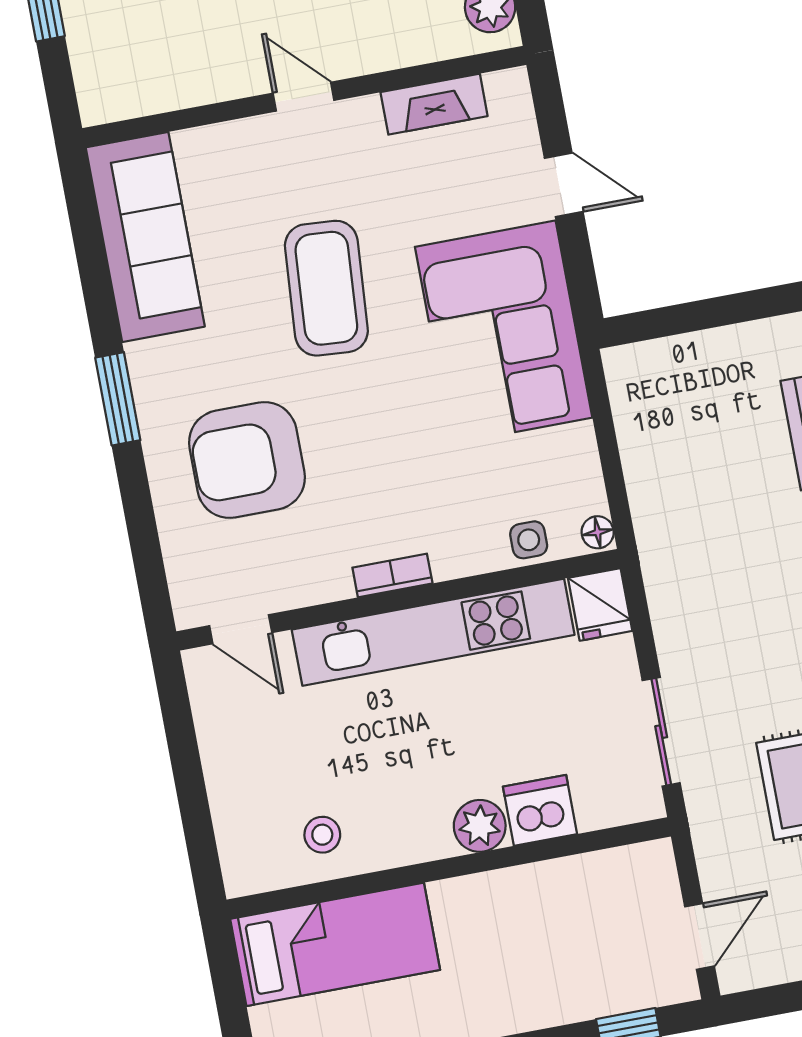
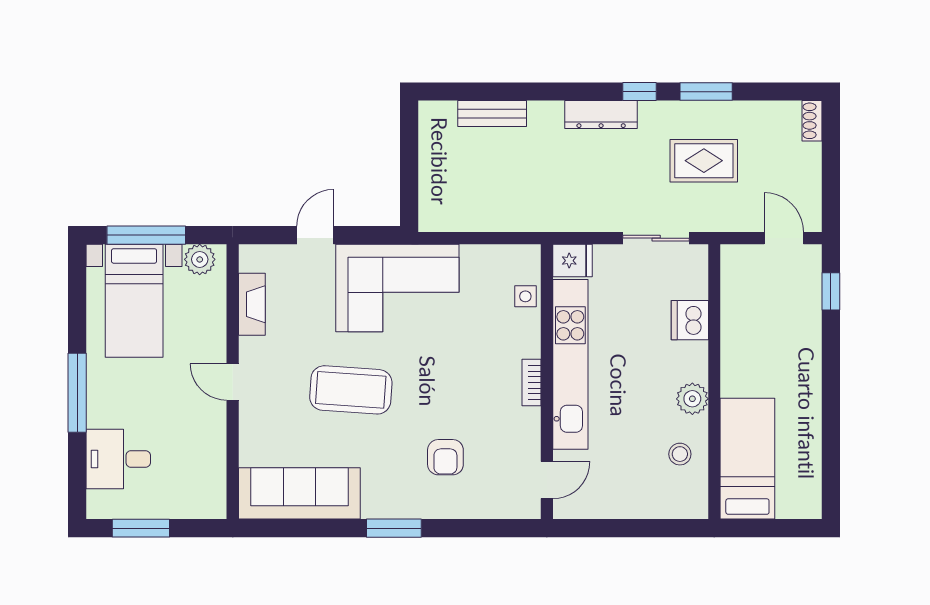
door: (304, 97) -> (233, 382), hinge flipped
armchair: (247, 460) -> (445, 457), width x0.53, depth x0.53
floor lamp: (598, 532) -> (529, 254), removed
plant: (480, 826) -> (692, 399), moved

